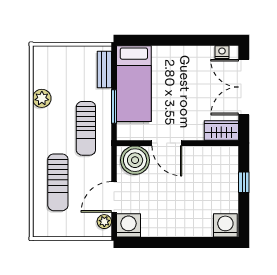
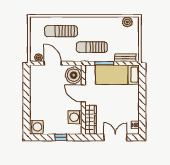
double door: (244, 87) -> (115, 137), width x0.73
plant: (42, 98) -> (127, 22), moved
wardrobe: (221, 131) -> (91, 120), width x1.50
door: (167, 143) -> (83, 93), hinge flipped
washing machine: (129, 225) -> (75, 117), moved, turned 180

